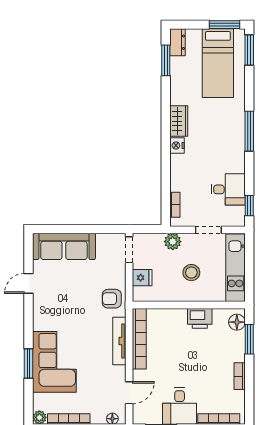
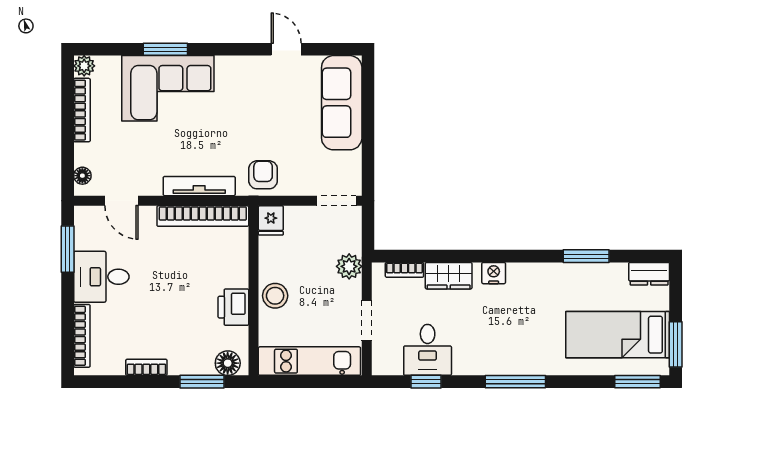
window: (166, 60) -> (586, 256), moved
wardrobe: (179, 121) -> (449, 276), moved
window: (249, 206) -> (426, 382), moved
stool: (191, 273) -> (275, 296), moved
fridge: (142, 278) -> (271, 220), moved

